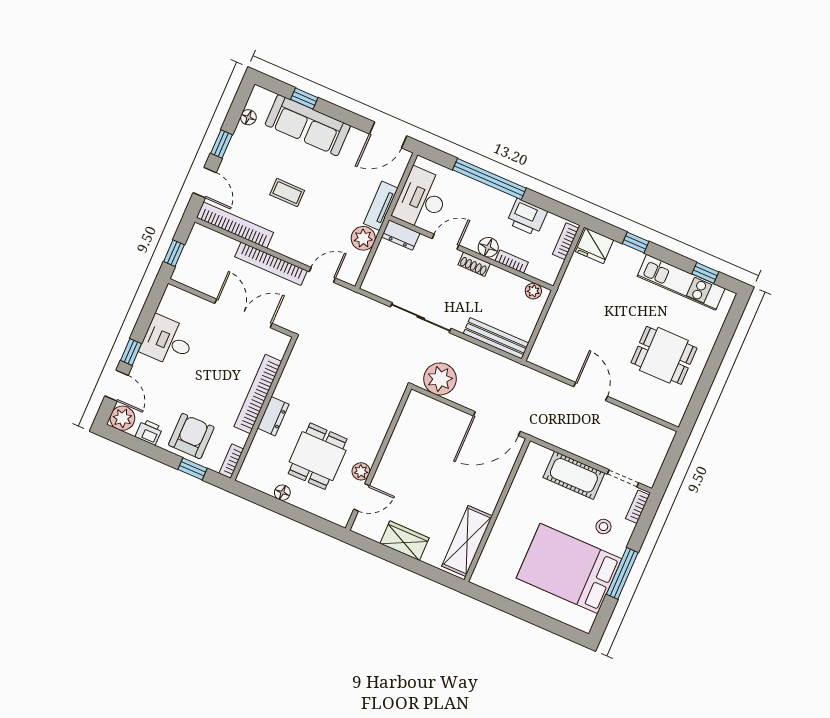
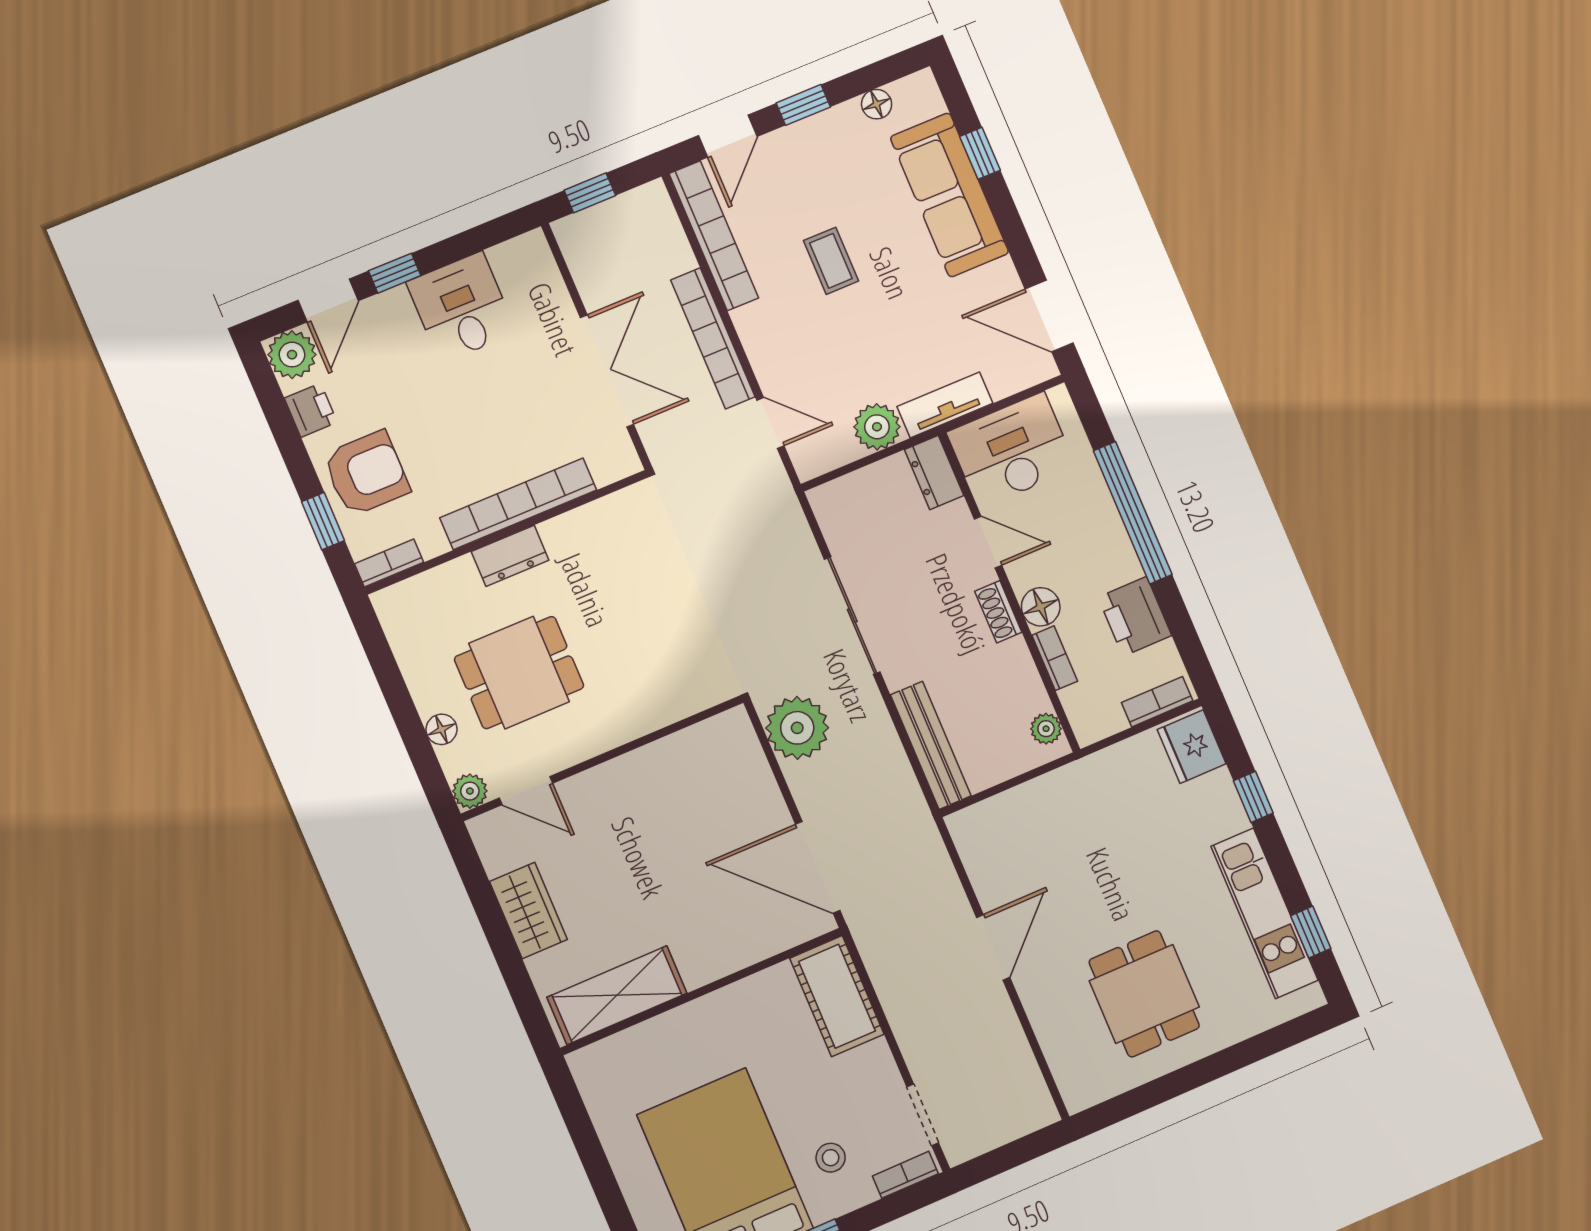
plant: (361, 471) -> (470, 791), moved
cot: (574, 475) -> (837, 996), moved
floor lamp: (282, 493) -> (442, 729), moved

